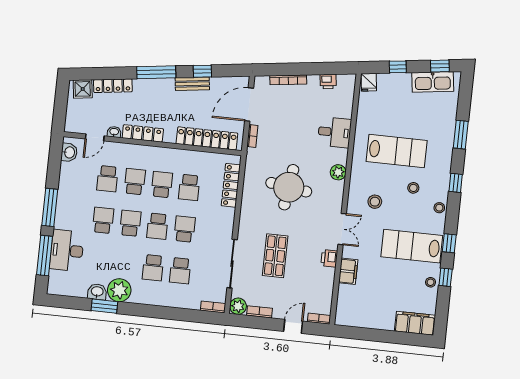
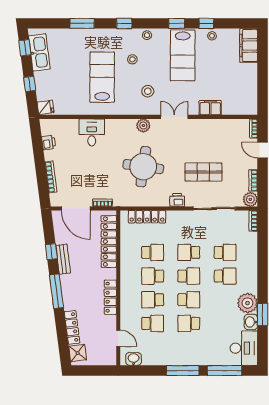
washbasin: (114, 132) -> (112, 322), removed
plant: (338, 172) -> (143, 125), moved
school desk: (130, 223) -> (189, 300), turned 180
desk: (67, 250) -> (244, 348), moved, turned -90
printer: (329, 258) -> (177, 200), moved, turned 180

